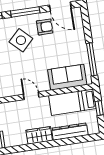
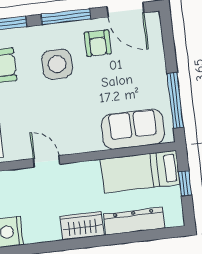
armchair: (45, 27) -> (98, 43), turned 90
side table: (21, 40) -> (57, 64), turned 45
door: (31, 96) -> (47, 161), moved

